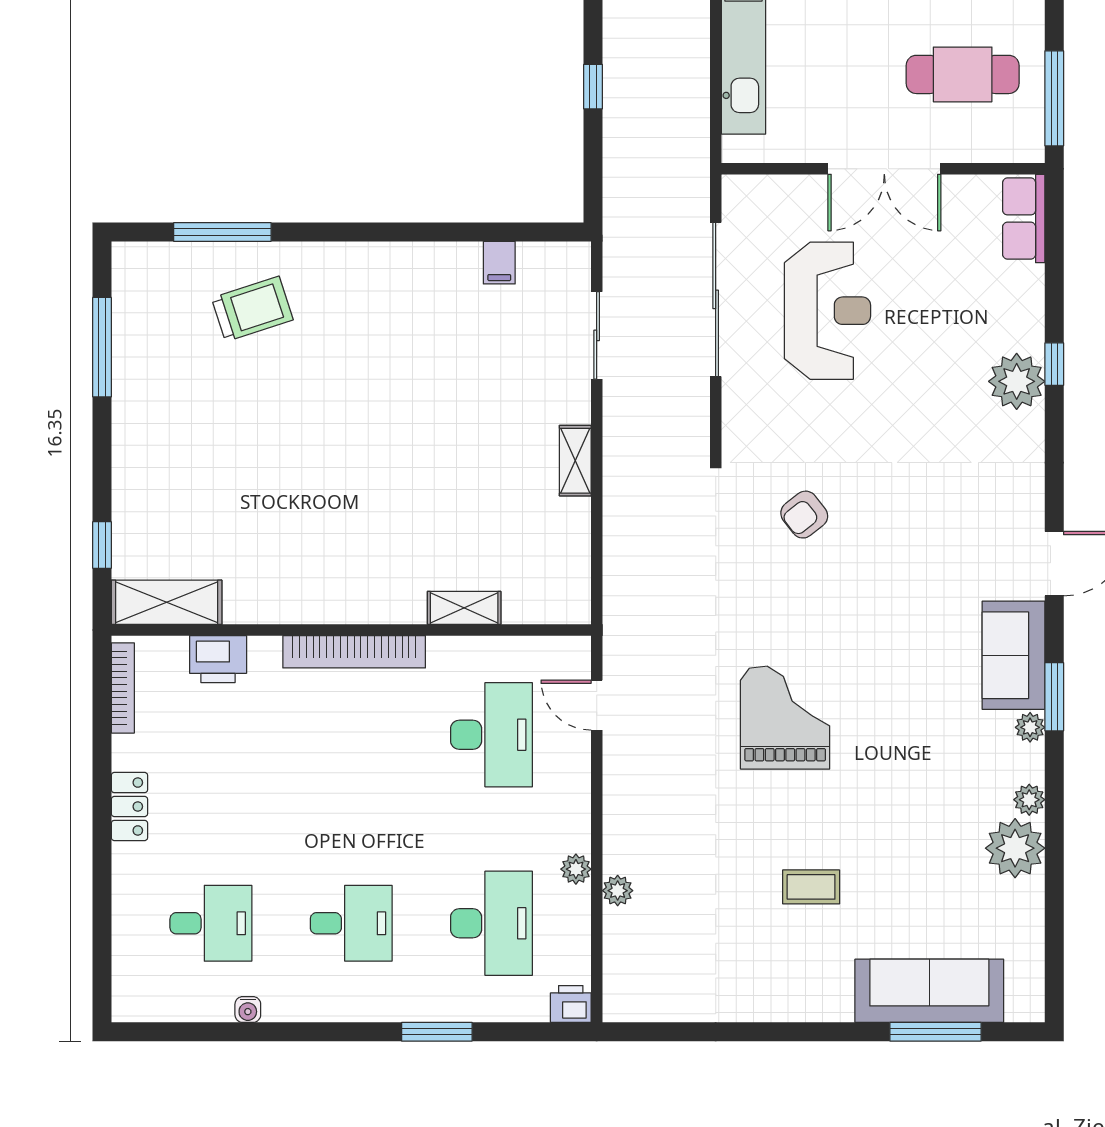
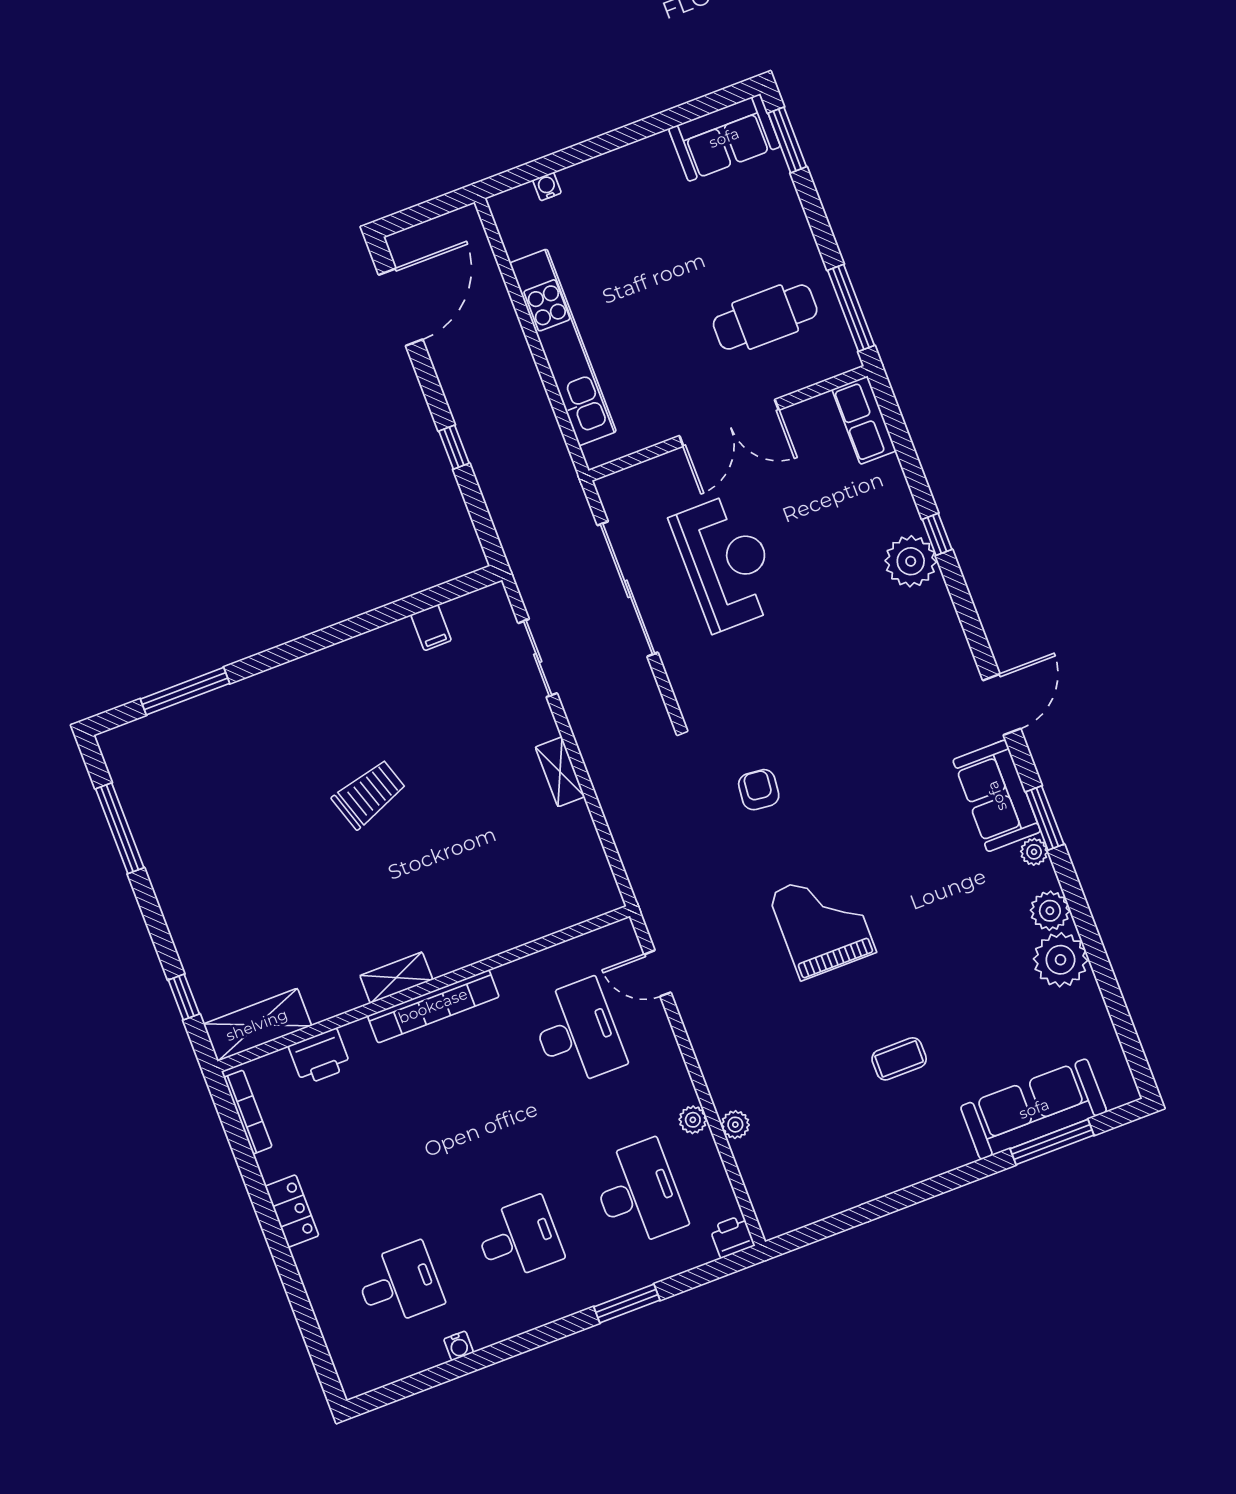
trolley: (252, 309) -> (369, 794), moved
armchair: (804, 515) -> (759, 790), moved, turned 134
shelving: (464, 608) -> (396, 978), moved
plant: (1029, 800) -> (1050, 911), width x1.38, depth x1.38

